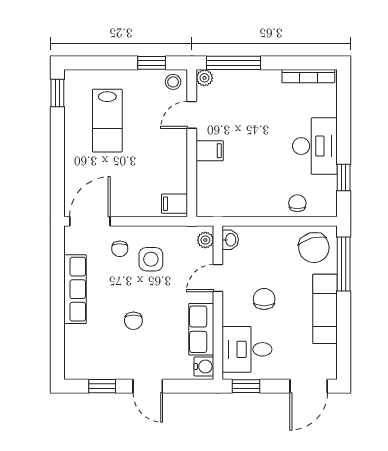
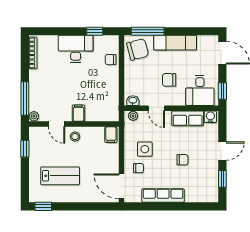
stool: (173, 82) -> (75, 137), moved

